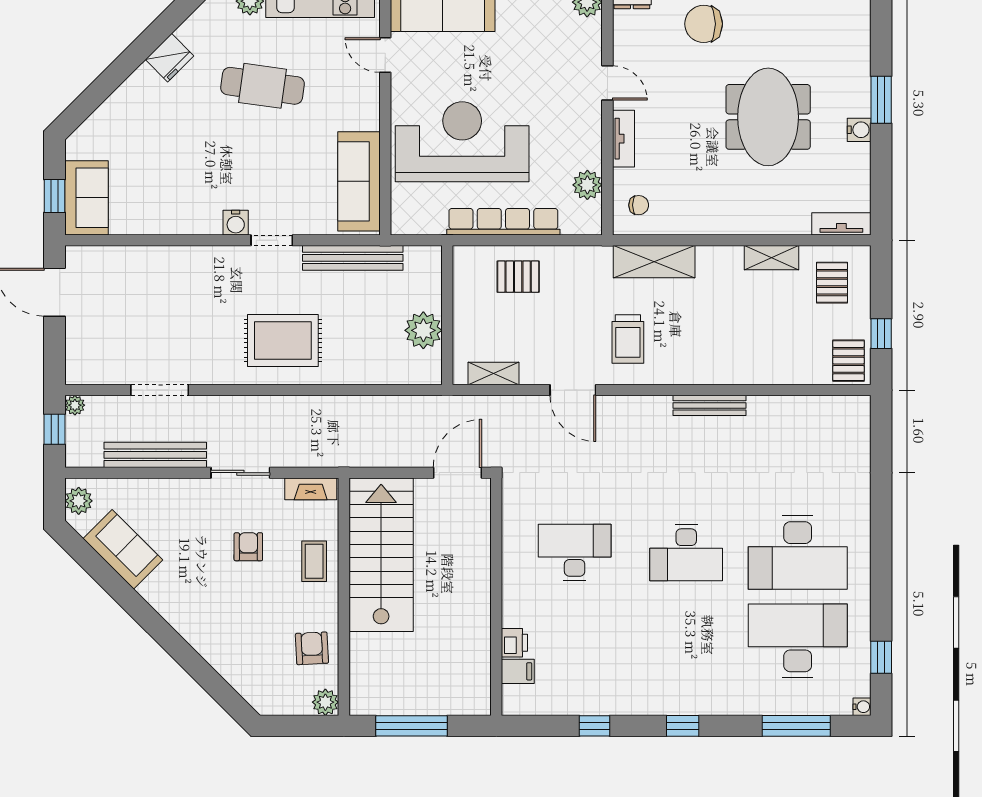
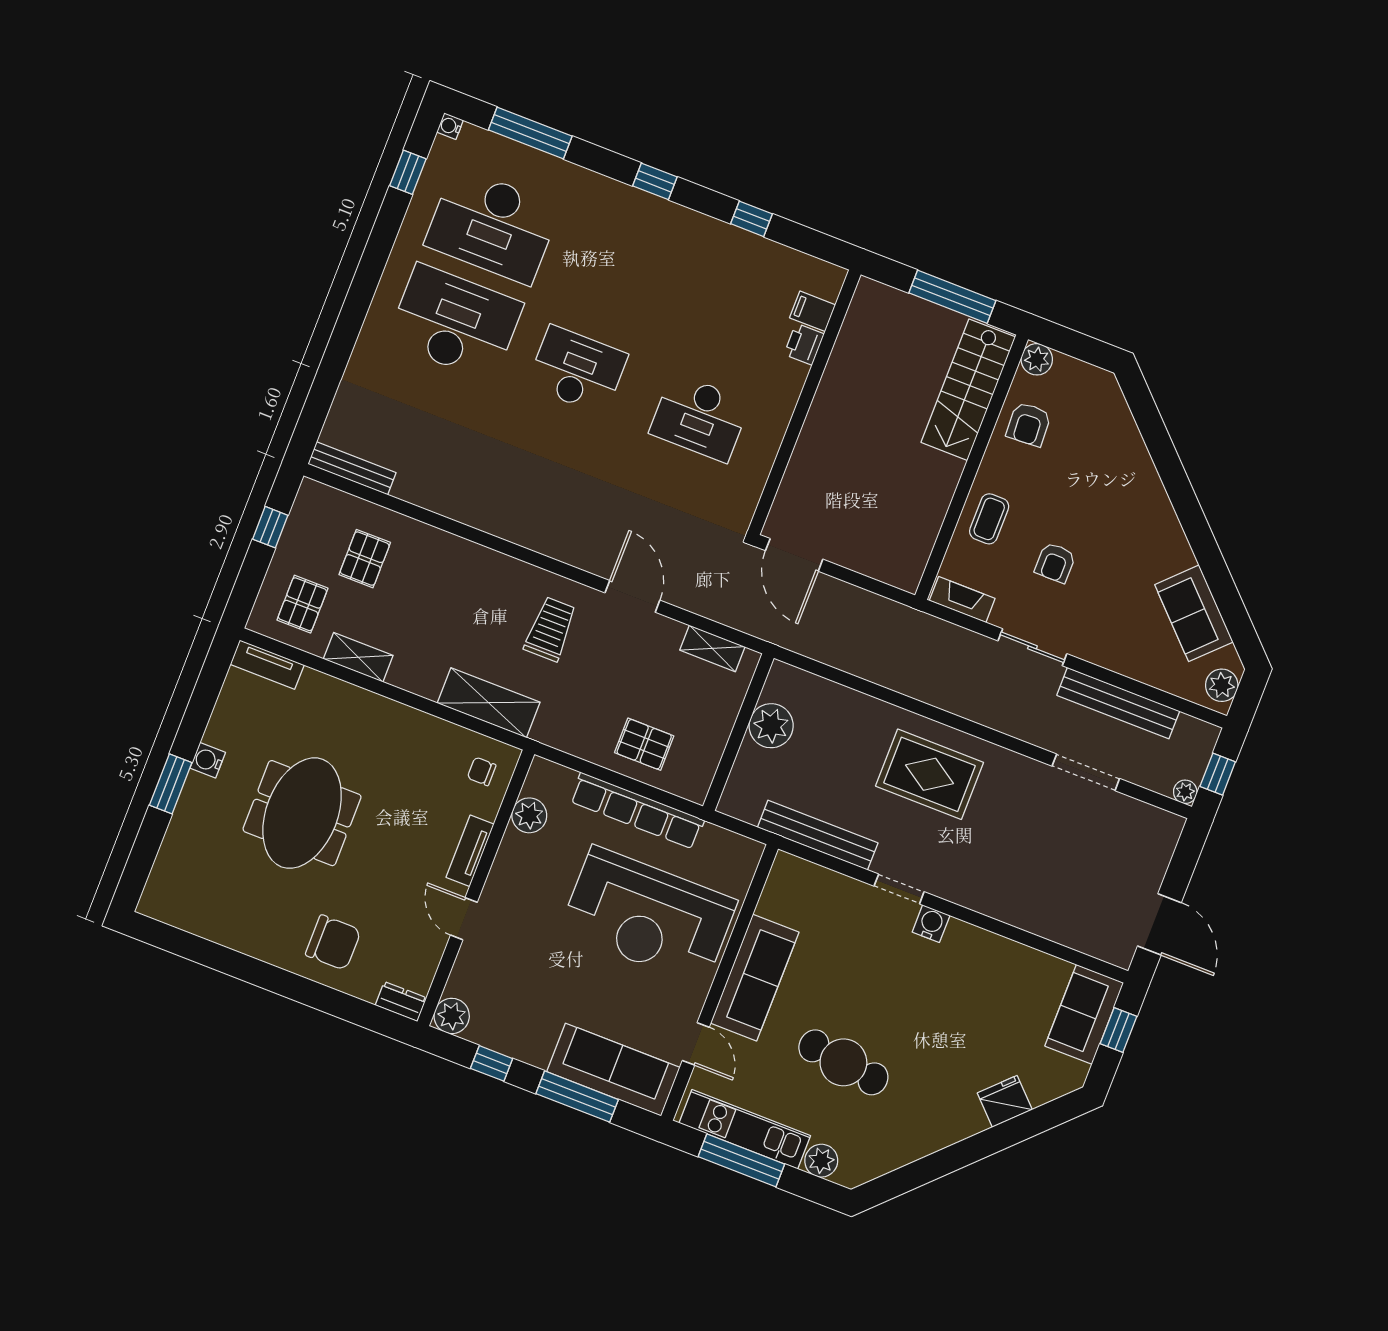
fridge: (170, 58) -> (1005, 1101), moved
sofa: (359, 181) -> (755, 978), moved
pallet: (848, 361) -> (365, 559), moved
bench: (709, 405) -> (352, 468), moved
door: (457, 473) -> (794, 555), hinge flipped
stairs: (381, 555) -> (968, 390), moved, width x0.73, depth x0.66

